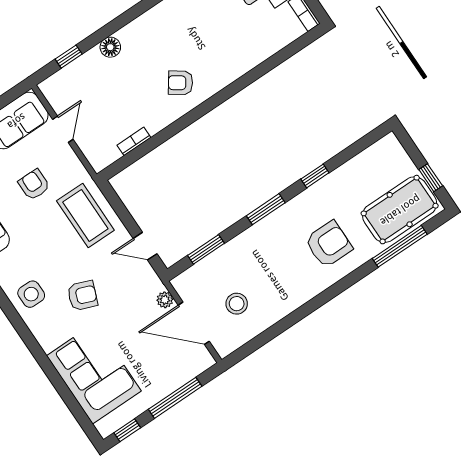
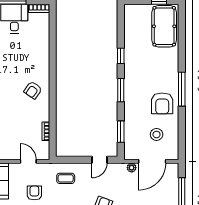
door: (63, 129) -> (28, 161), moved
armchair: (34, 185) -> (34, 193), turned 90
coffee table: (85, 215) -> (66, 178), width x0.54, depth x0.58
armchair: (329, 244) -> (162, 103), moved, turned 180
window: (400, 246) -> (182, 89), moved

